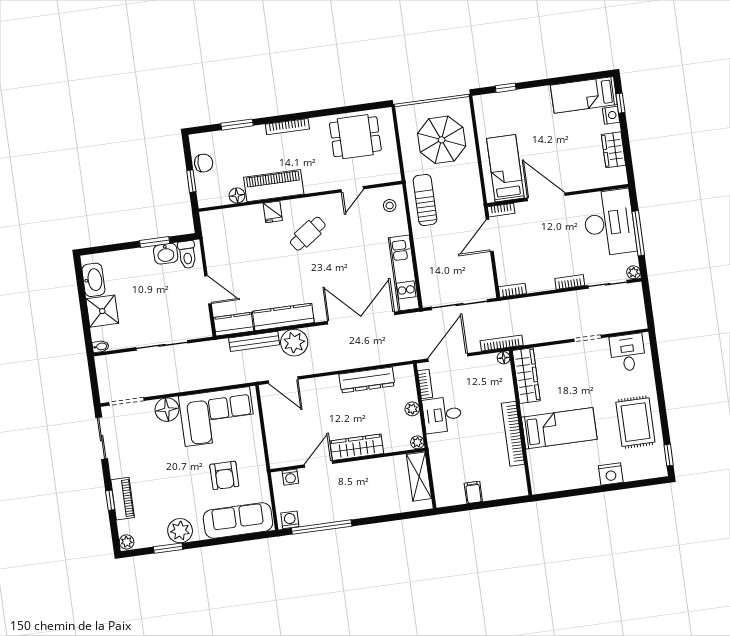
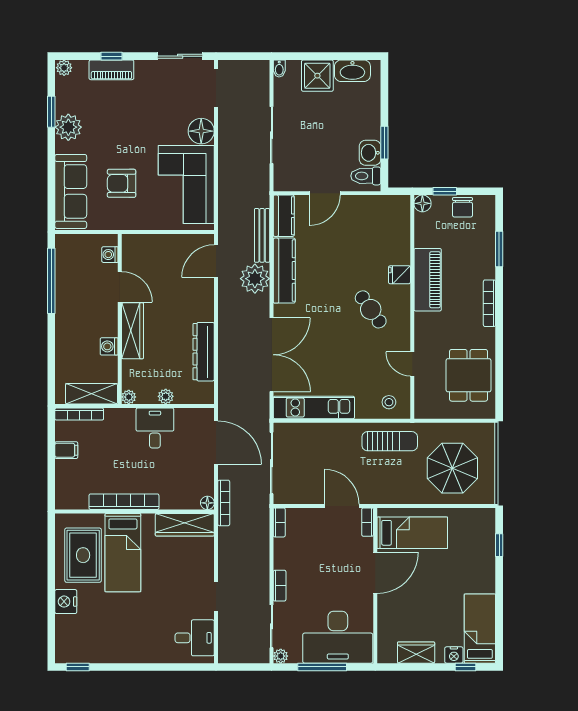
floor lamp: (237, 195) -> (422, 203), moved
bookcase: (425, 384) -> (79, 414), moved, width x1.56
rug: (635, 422) -> (83, 555), moved, turned 90
washing machine: (290, 520) -> (109, 346), moved, turned 180

